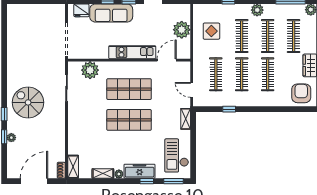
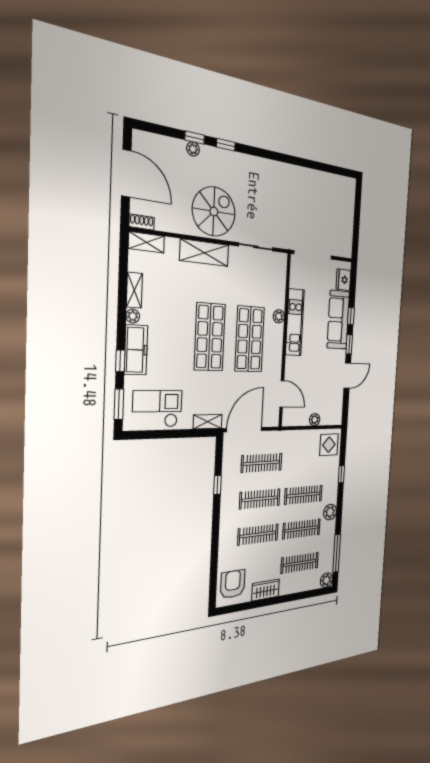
plant: (182, 30) -> (315, 420), width x0.53, depth x0.53
display table: (211, 31) -> (329, 445), moved
kitchen unit: (132, 52) -> (295, 322), moved
plant: (90, 70) -> (279, 316), moved, width x0.53, depth x0.53
door: (192, 90) -> (244, 430), width x1.87
armchair: (301, 93) -> (233, 584), turned -90
spiral stairs: (28, 102) -> (214, 211), moved
shelving: (75, 126) -> (204, 253), added

